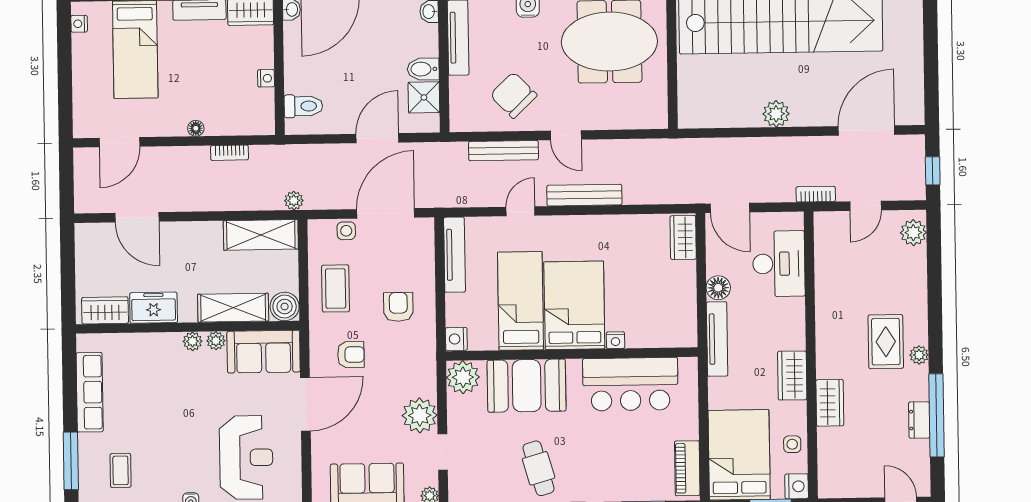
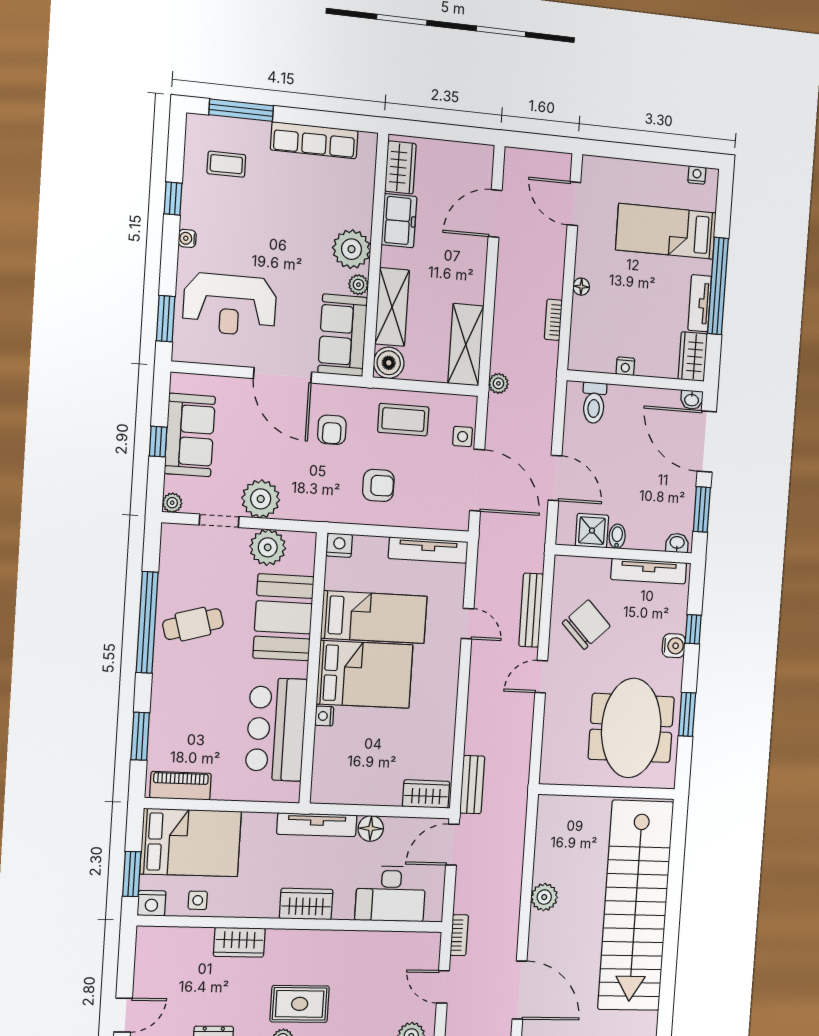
bidet: (423, 69) -> (617, 536), width x0.72, depth x0.74
bench: (584, 195) -> (472, 785), moved, width x0.73
plant: (193, 341) -> (351, 249), width x1.88, depth x1.88
wardrobe: (792, 376) -> (306, 904), moved
plant: (463, 377) -> (268, 547), moved

